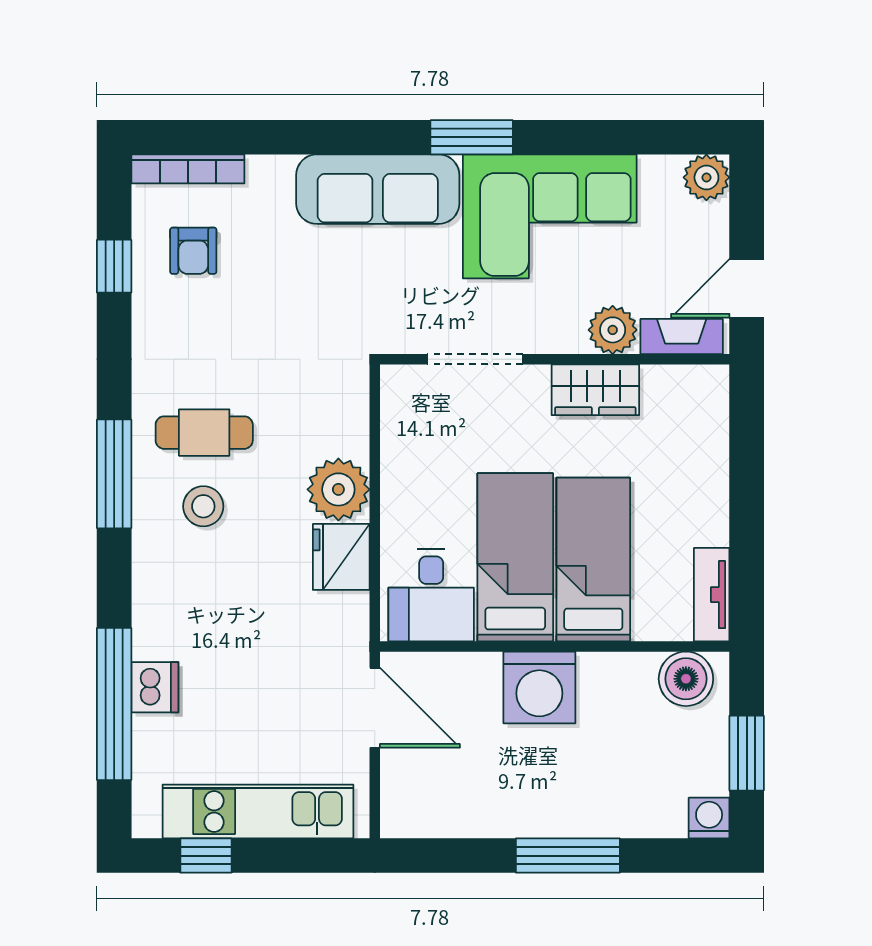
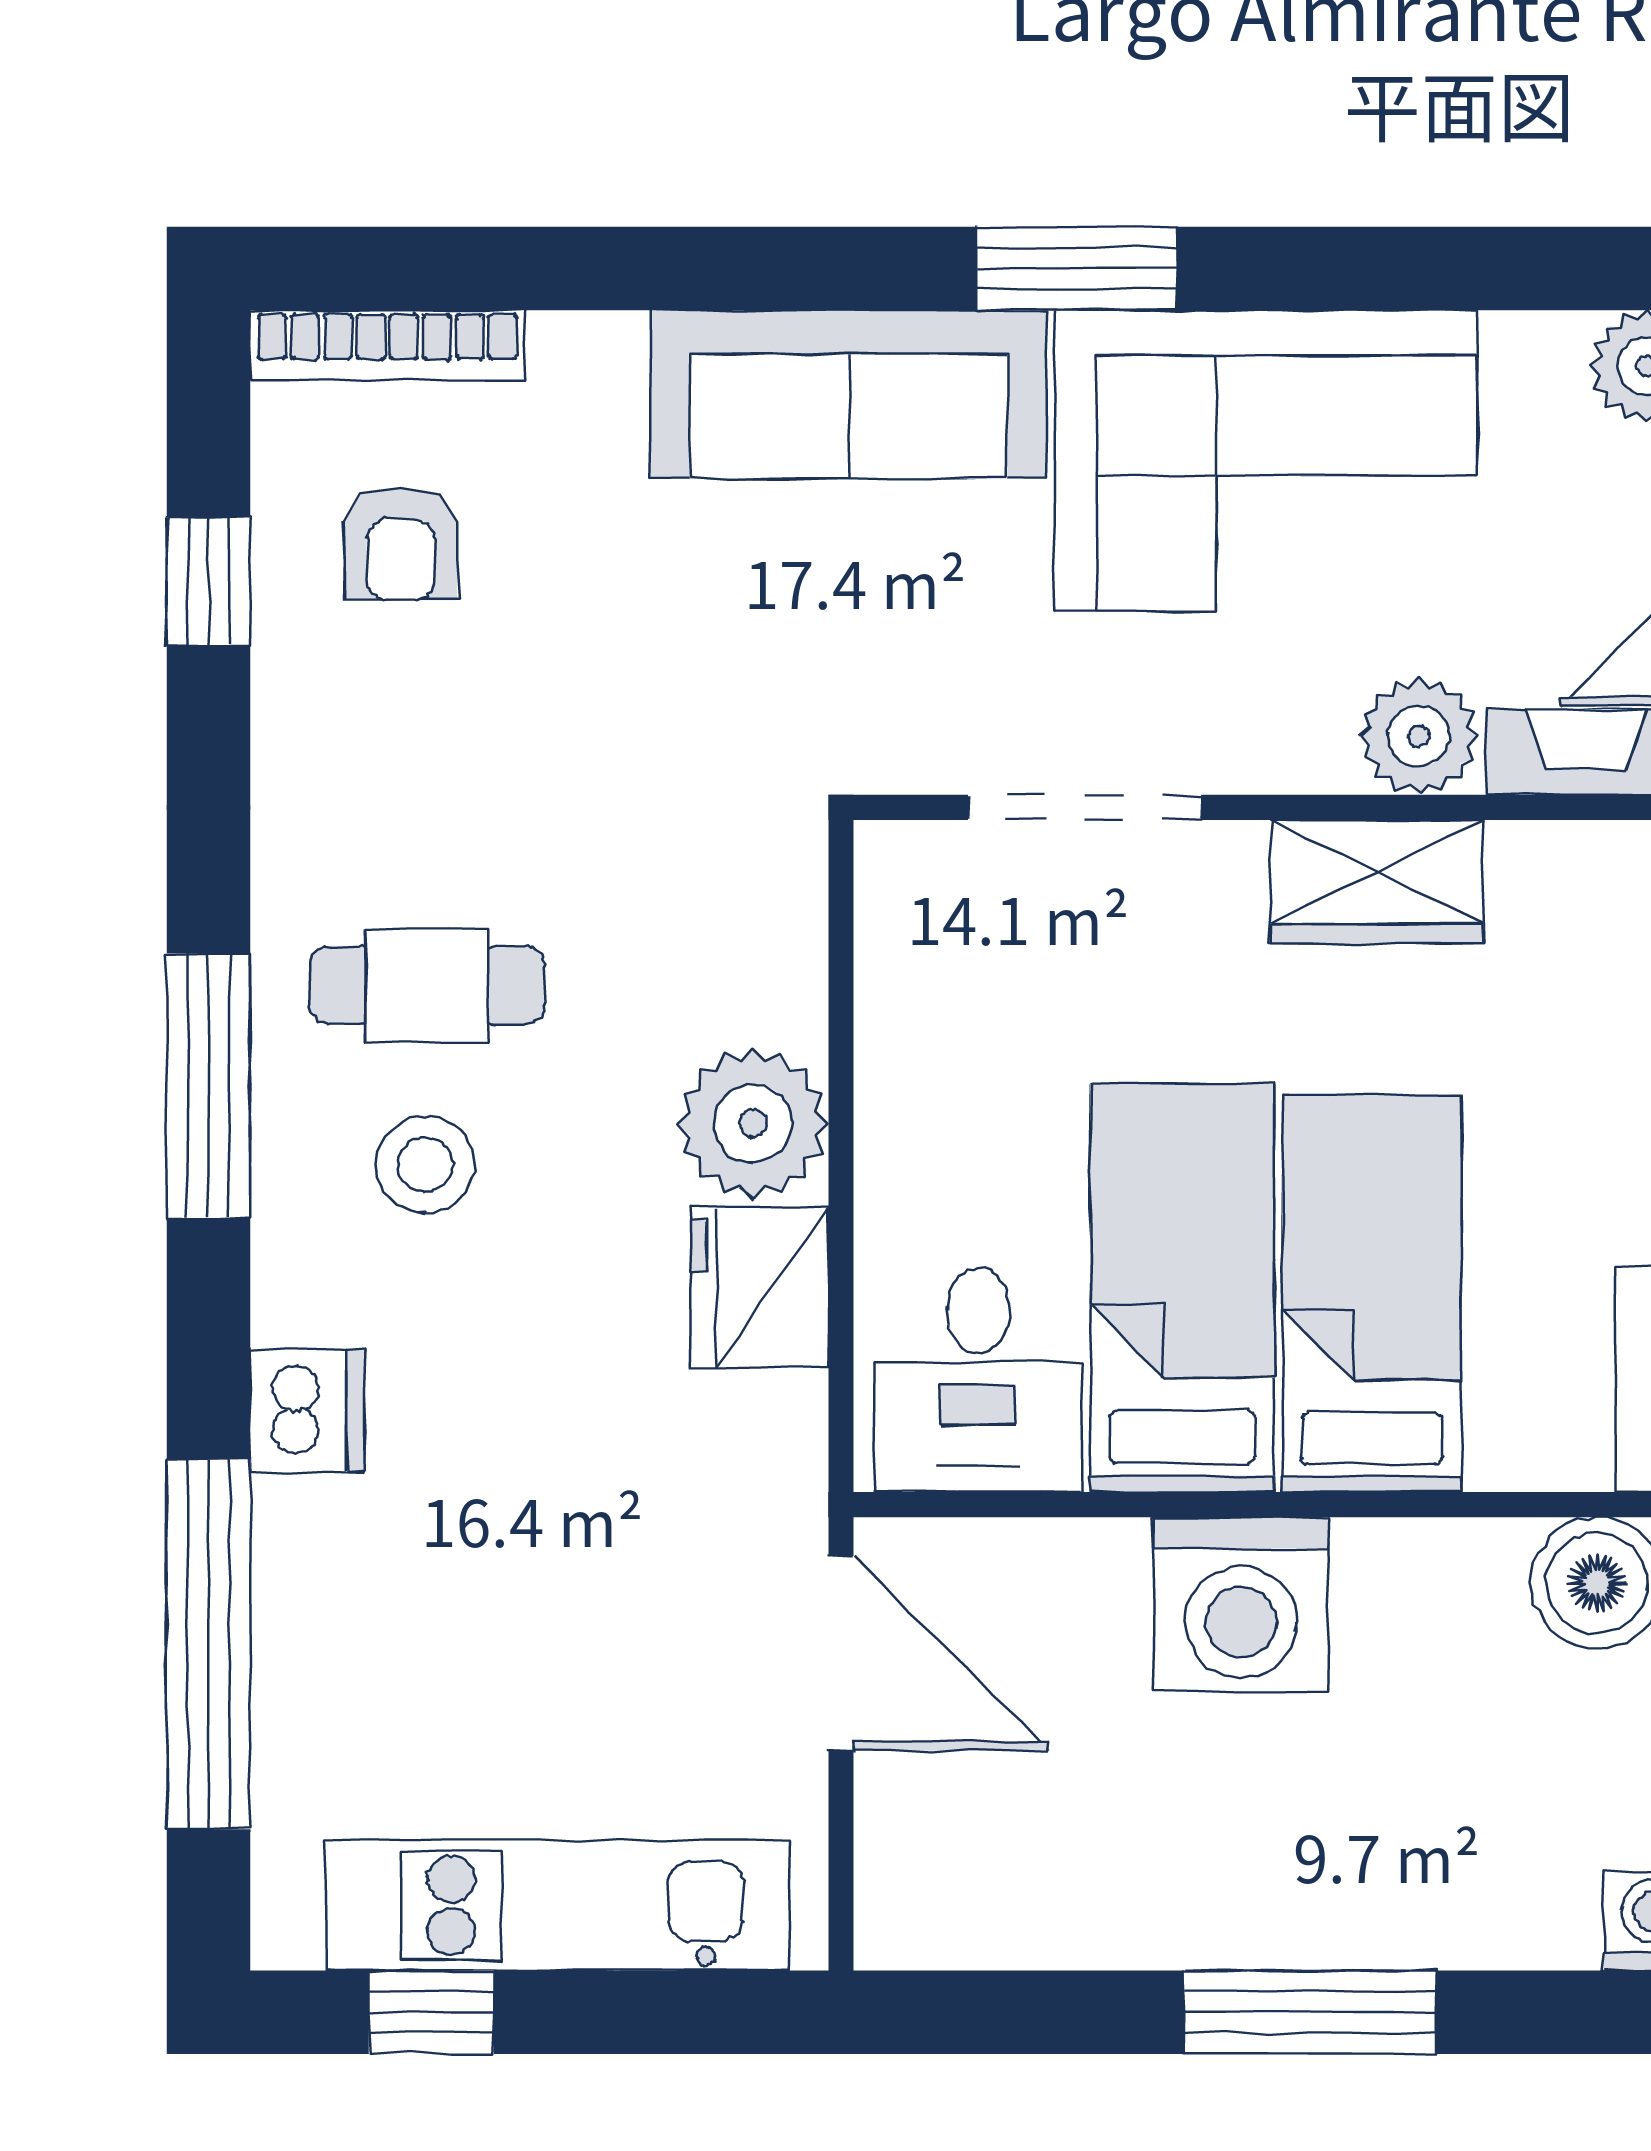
dishwasher: (155, 687) -> (307, 1410), moved

